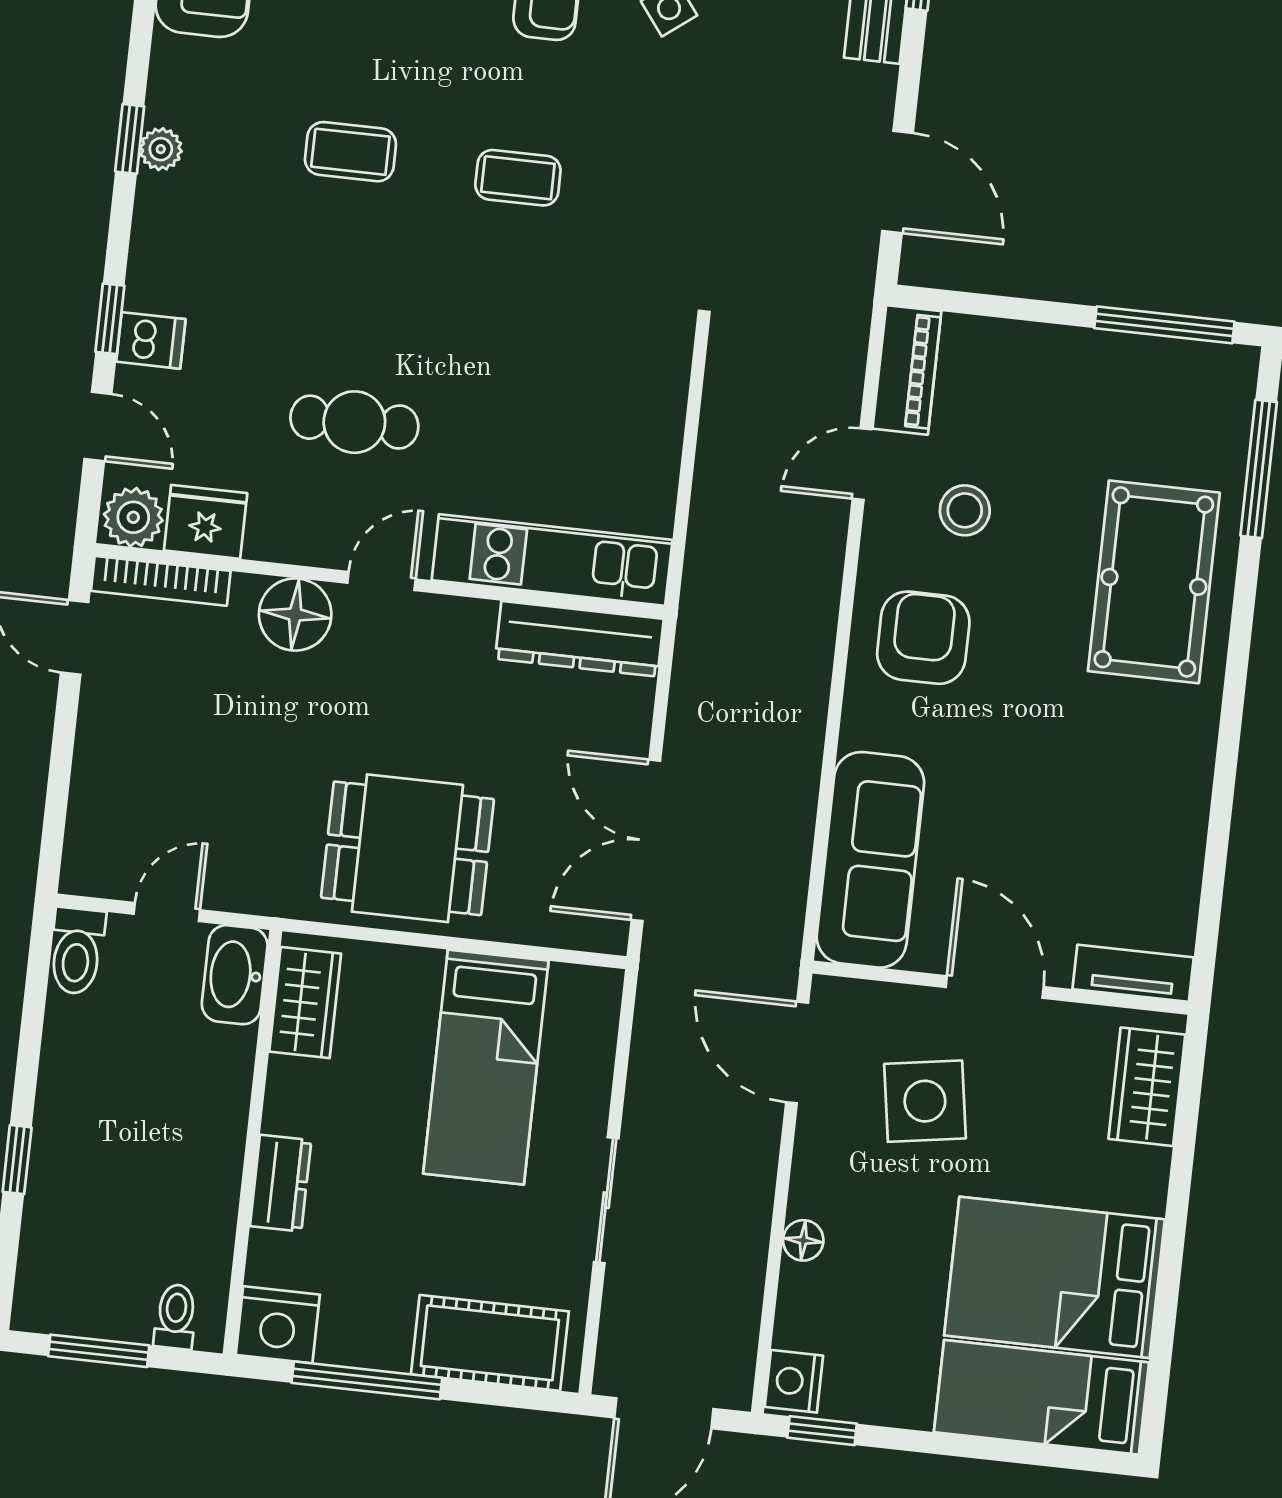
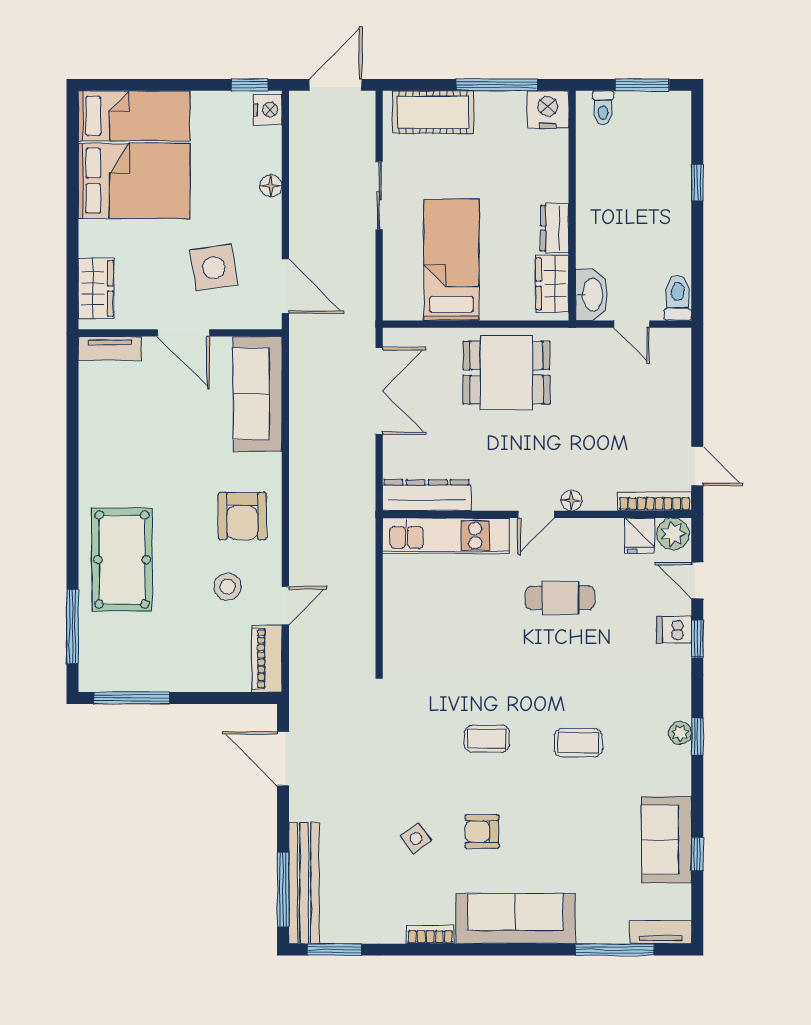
fridge: (206, 522) -> (640, 536), width x0.72
floor lamp: (295, 615) -> (571, 500), width x0.53, depth x0.53
door: (167, 912) -> (632, 324), hinge flipped
dresser: (281, 1183) -> (555, 228), moved

